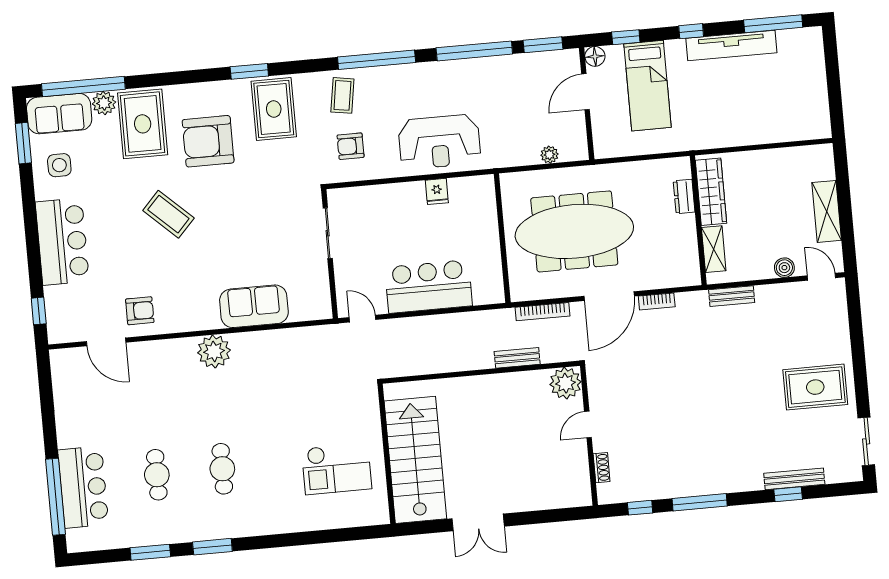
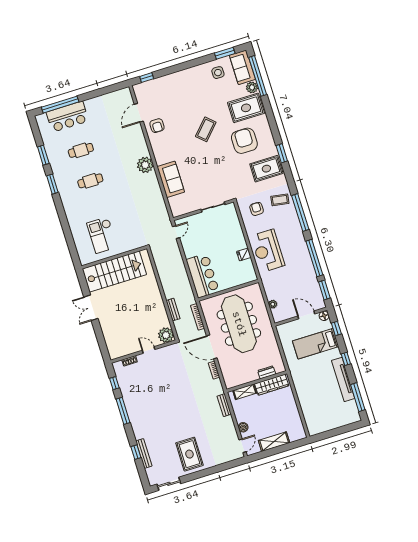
bar counter: (62, 242) -> (182, 82), removed
bar counter: (429, 287) -> (203, 276), moved

